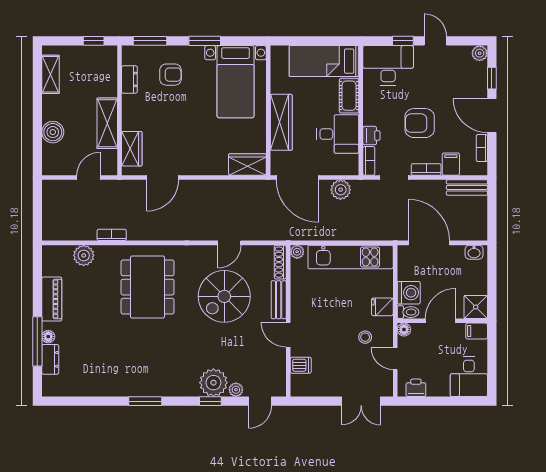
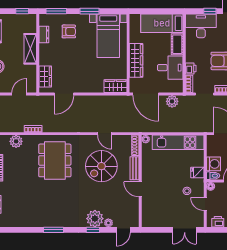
shelving: (107, 123) -> (30, 49), moved
door: (229, 243) -> (105, 134), hinge flipped
dishwasher: (301, 365) -> (148, 208), removed

